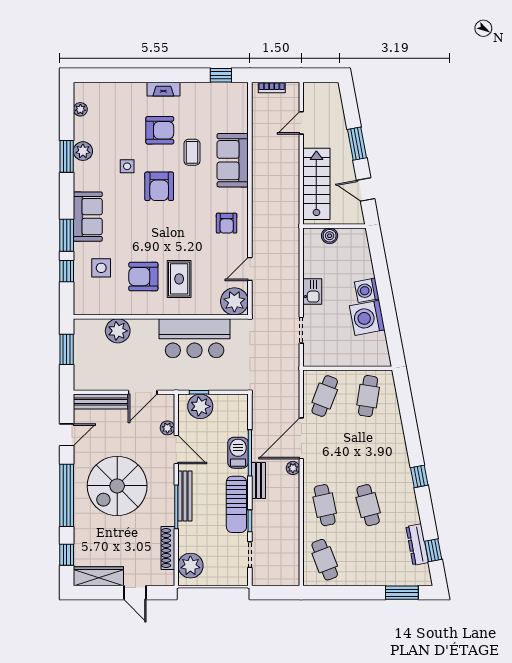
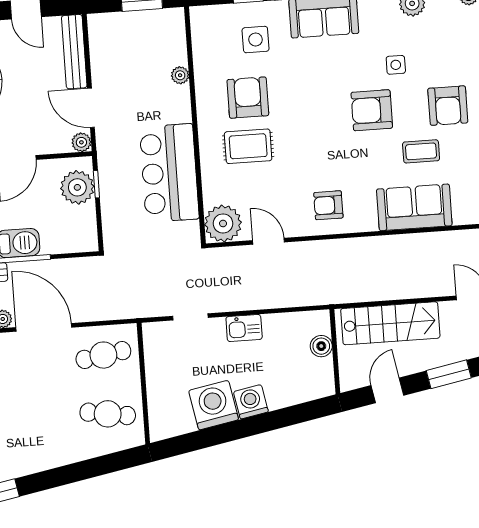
plant: (118, 331) -> (180, 75), width x0.53, depth x0.53
cafe table: (325, 396) -> (103, 355), turned -30
plant: (167, 428) -> (81, 142), moved

